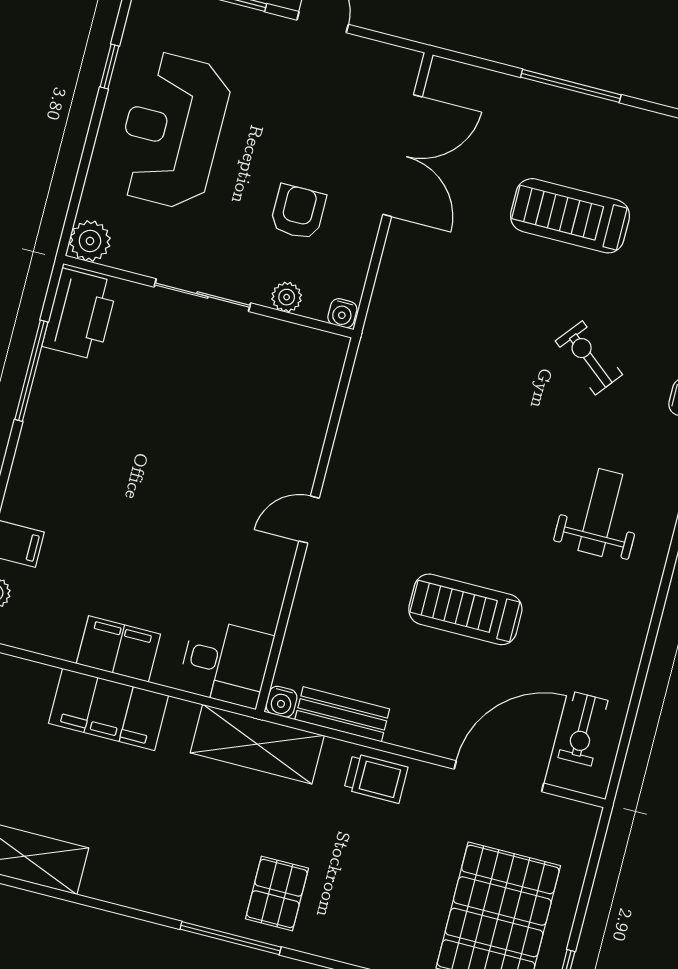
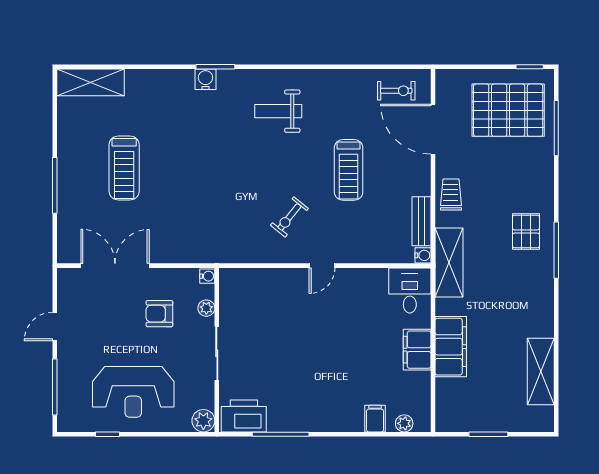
exercise bike: (589, 358) -> (289, 217), moved
door: (309, 520) -> (322, 266), hinge flipped
pallet: (277, 893) -> (526, 231), turned 90

